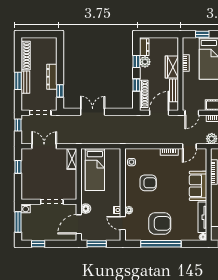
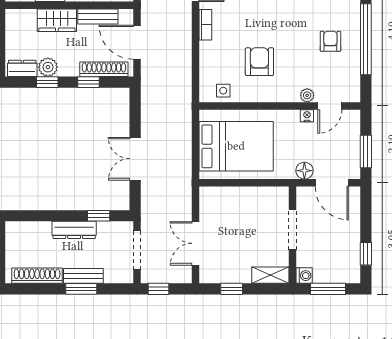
shelving: (72, 159) -> (270, 275), moved
bed: (95, 169) -> (236, 146), width x1.50
armchair: (160, 223) -> (330, 41), width x0.53, depth x0.53

